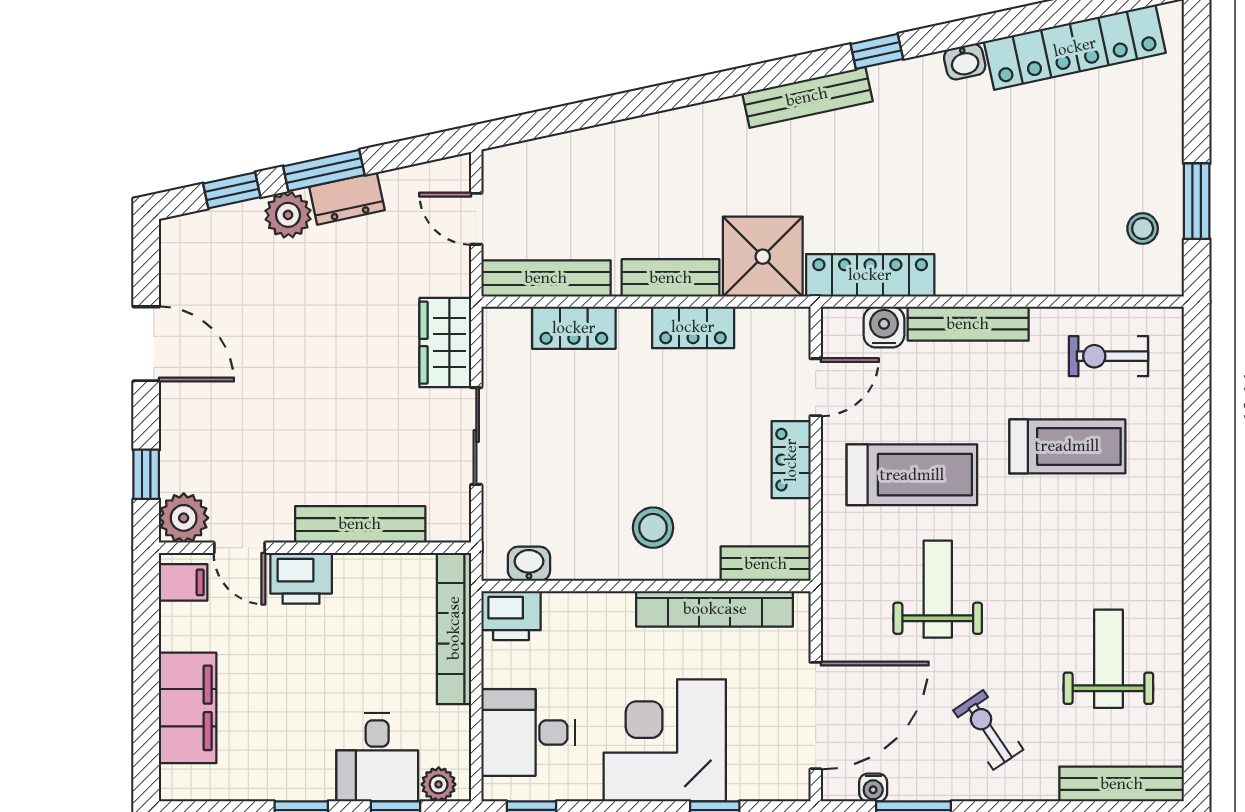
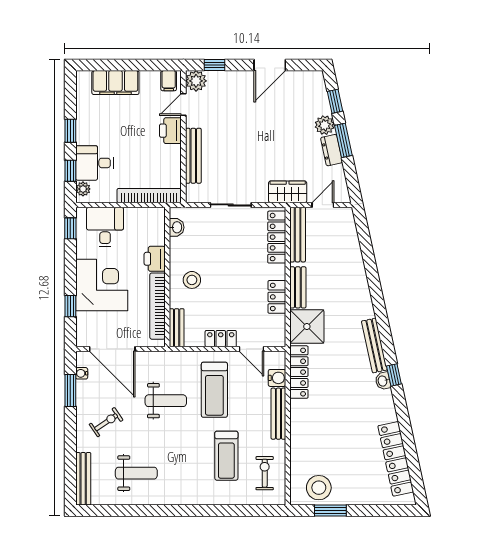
washbasin: (965, 62) -> (383, 381), moved
stool: (1143, 229) -> (319, 488), width x1.89, depth x1.89
locker: (574, 328) -> (277, 237), width x1.53
wardrobe: (445, 343) -> (288, 192), moved
printer: (511, 616) -> (155, 259), moved

